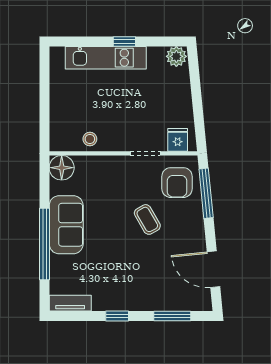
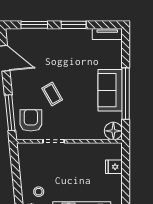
stool: (90, 139) -> (39, 192), moved
fridge: (178, 140) -> (114, 167), moved, turned 90
window: (44, 244) -> (126, 94), moved
window: (117, 316) -> (74, 25), width x1.50

